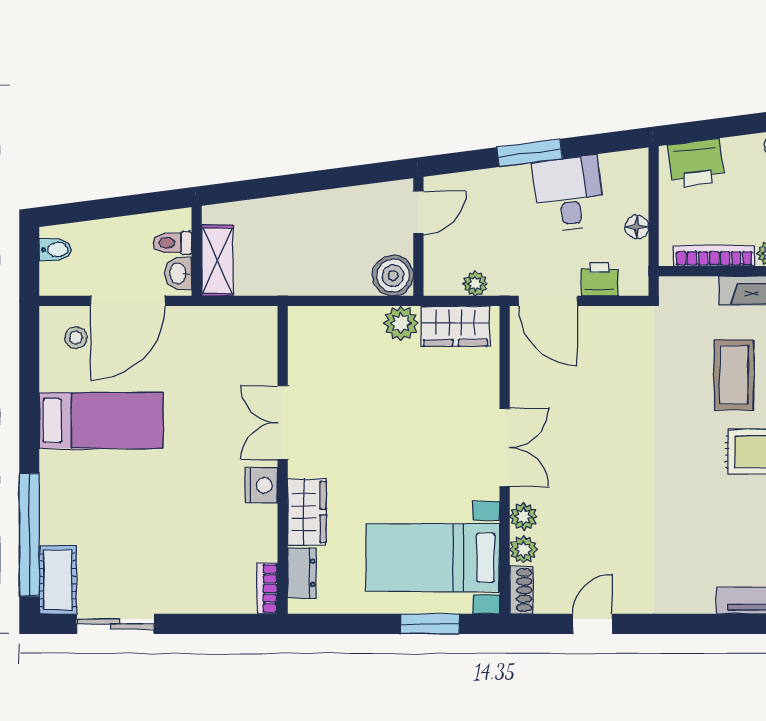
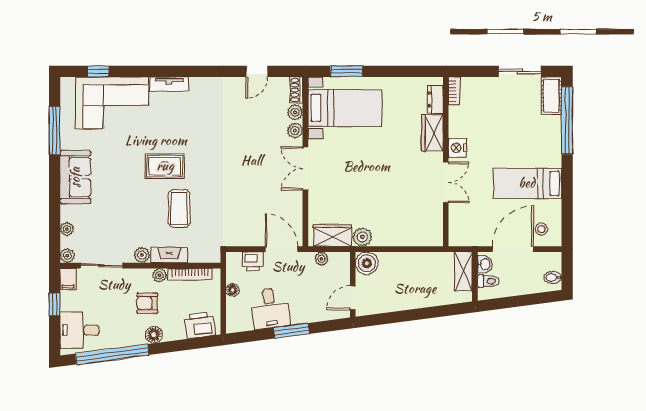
double door: (283, 423) -> (446, 182), moved
wall: (283, 460) -> (446, 162), moved
nightstand: (261, 485) -> (457, 148), moved
wardrobe: (307, 512) -> (432, 133), moved
dresser: (302, 573) -> (435, 99), moved
bookcase: (268, 588) -> (454, 91), moved

